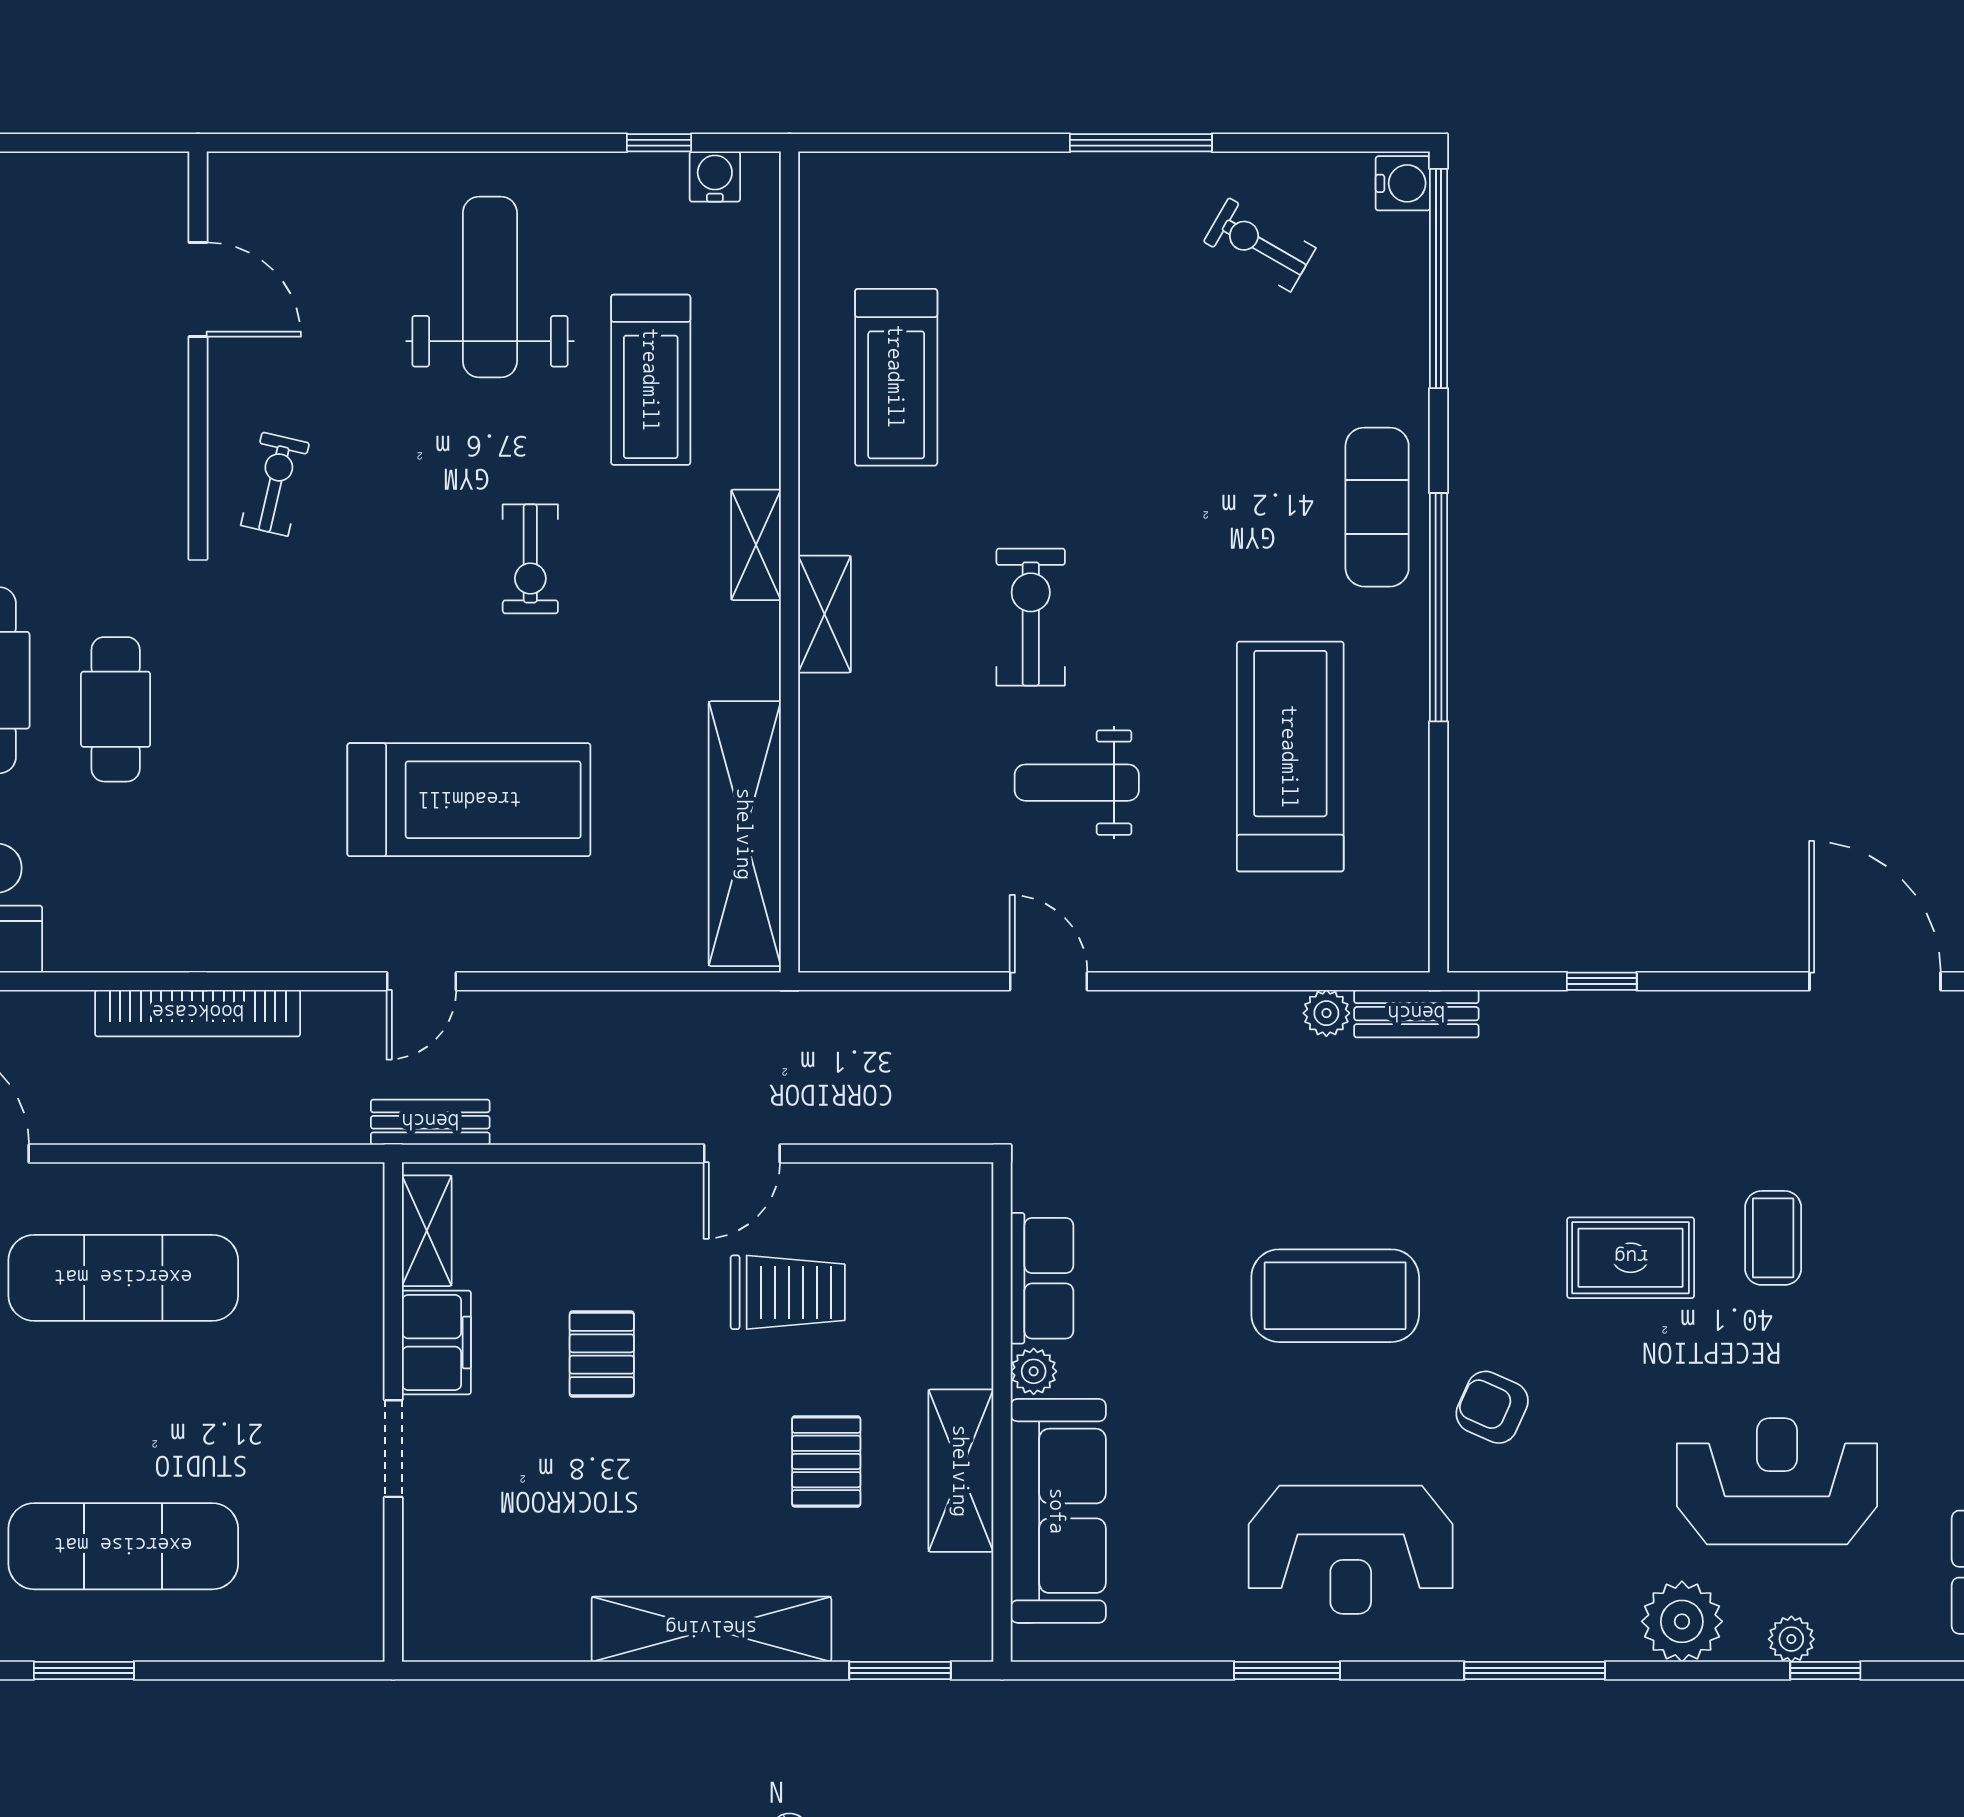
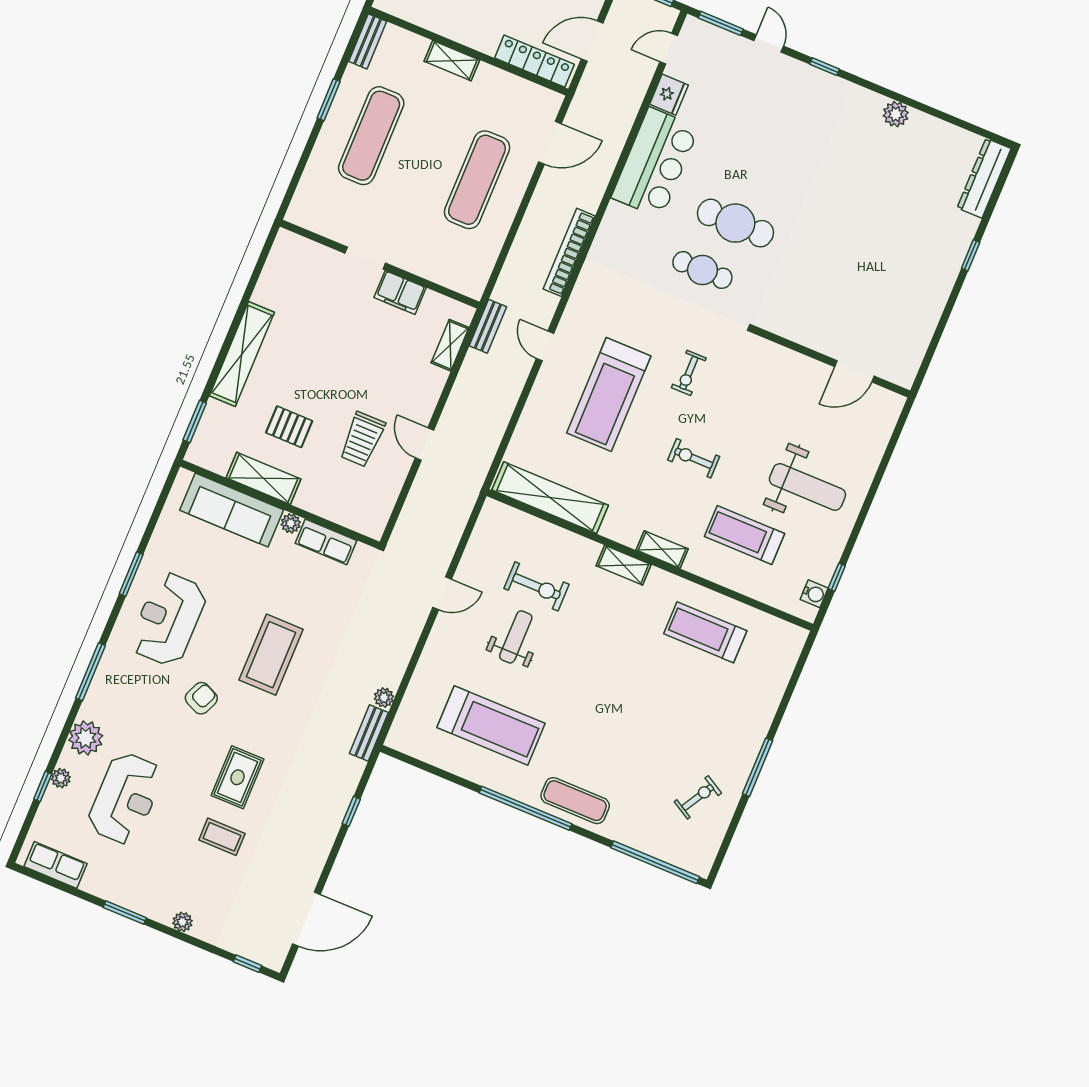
water cooler: (1403, 183) -> (699, 864), removed
exercise bike: (275, 484) -> (689, 373), moved, turned 77
exercise bike: (1031, 617) -> (536, 586), moved
shelving: (427, 1231) -> (450, 345), moved, turned 90
pallet: (602, 1354) -> (368, 356), removed

